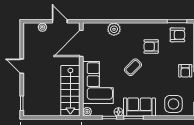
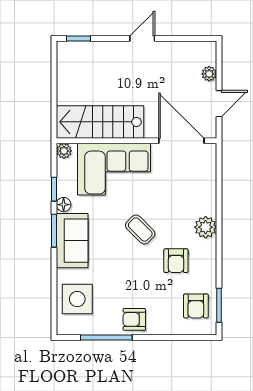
plant: (114, 29) -> (206, 227), moved
armchair: (151, 46) -> (176, 261), turned 180

